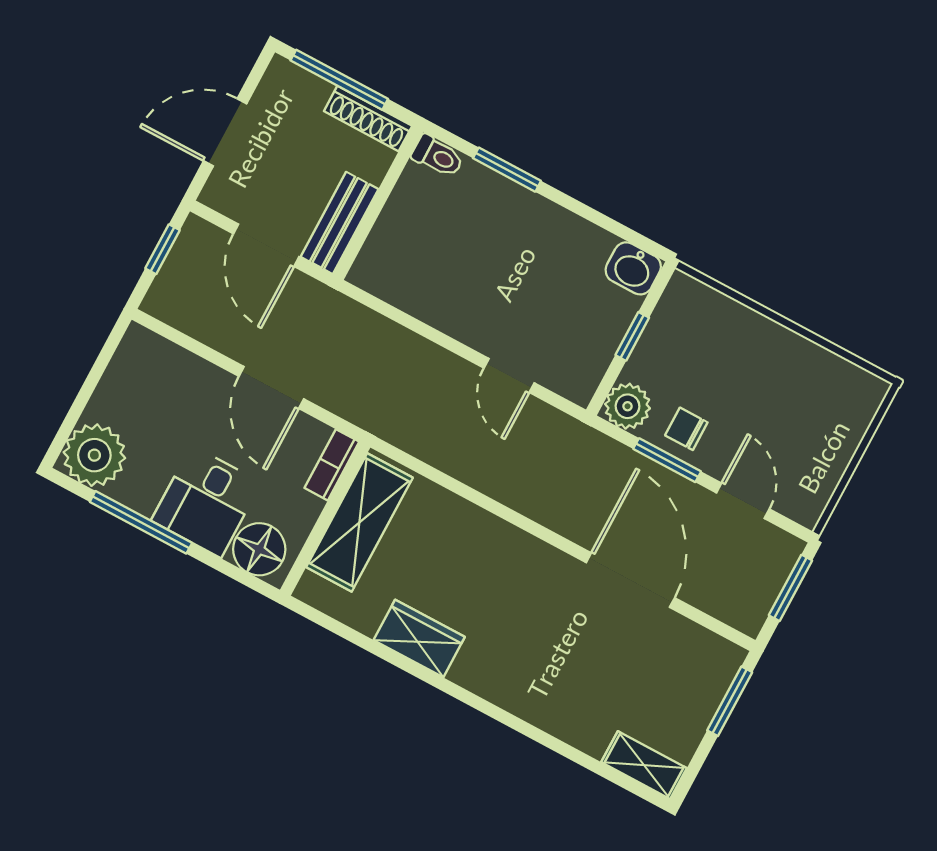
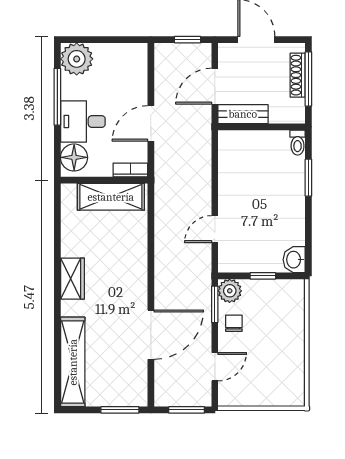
shoe rack: (368, 119) -> (298, 75), moved
window: (667, 460) -> (215, 304), moved
wardrobe: (419, 639) -> (72, 279), moved
shelving: (644, 765) -> (73, 362), width x2.20, depth x1.33

